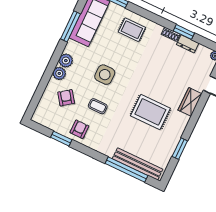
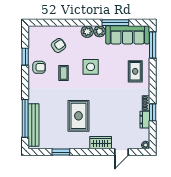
plant: (59, 73) -> (99, 31), moved

